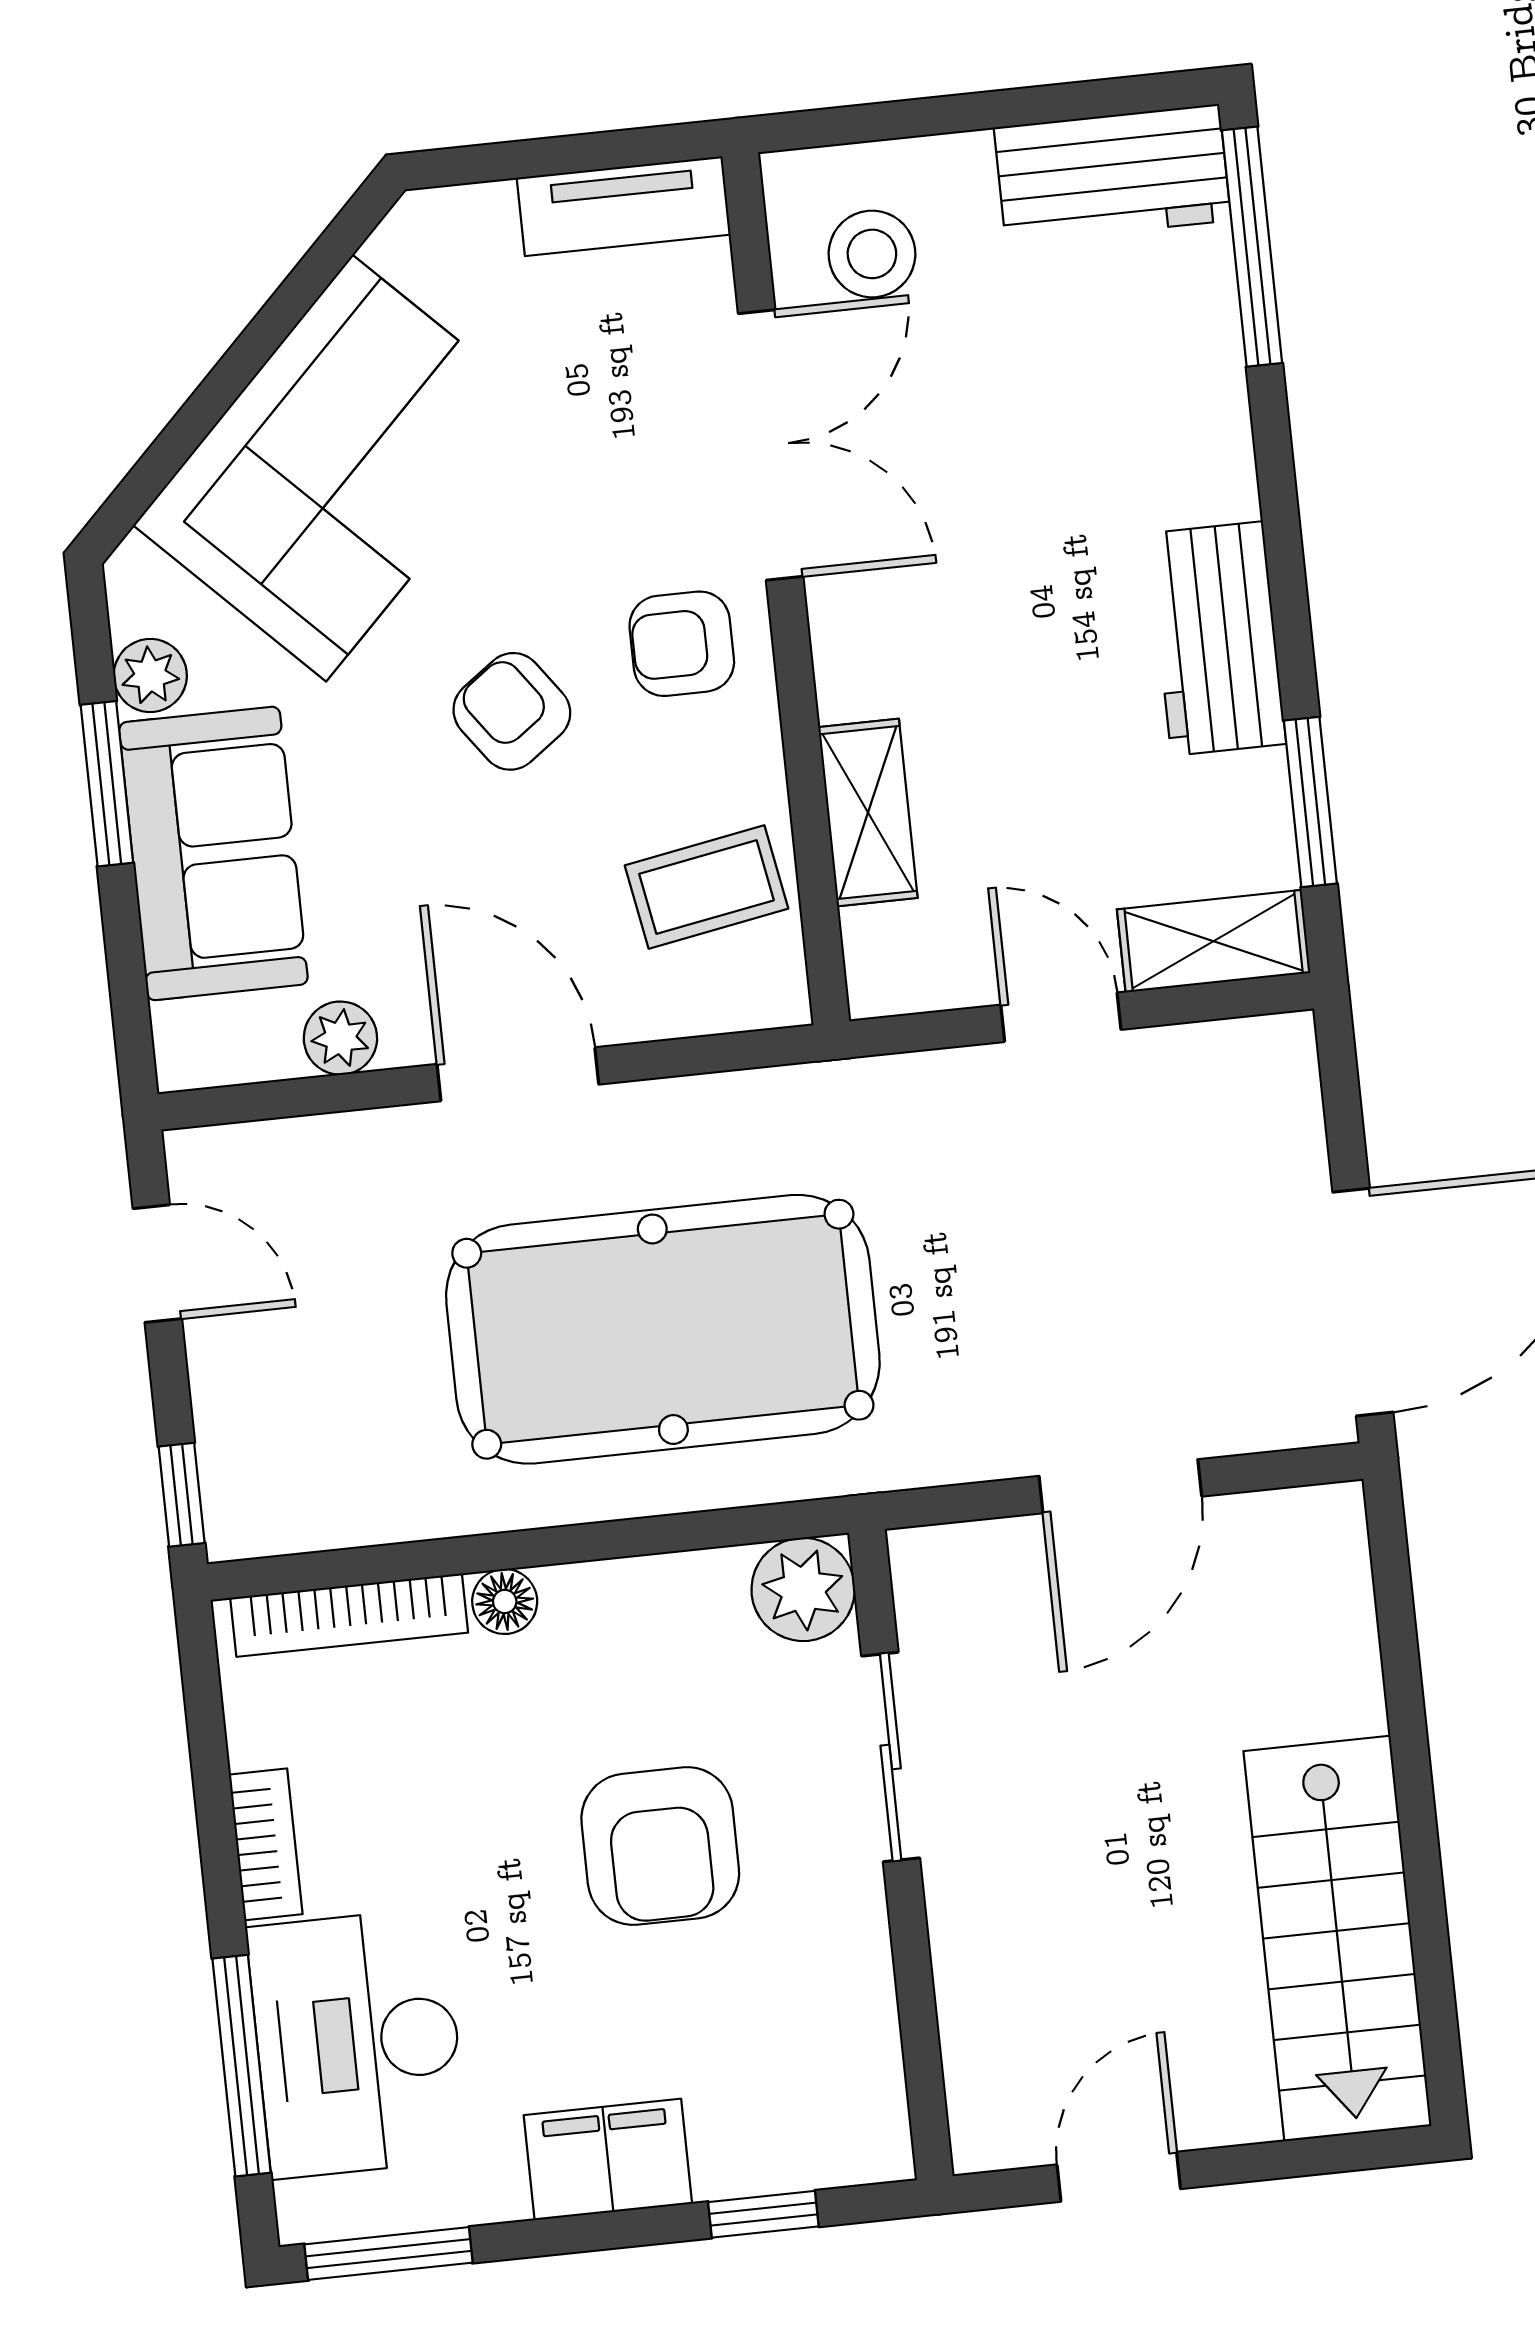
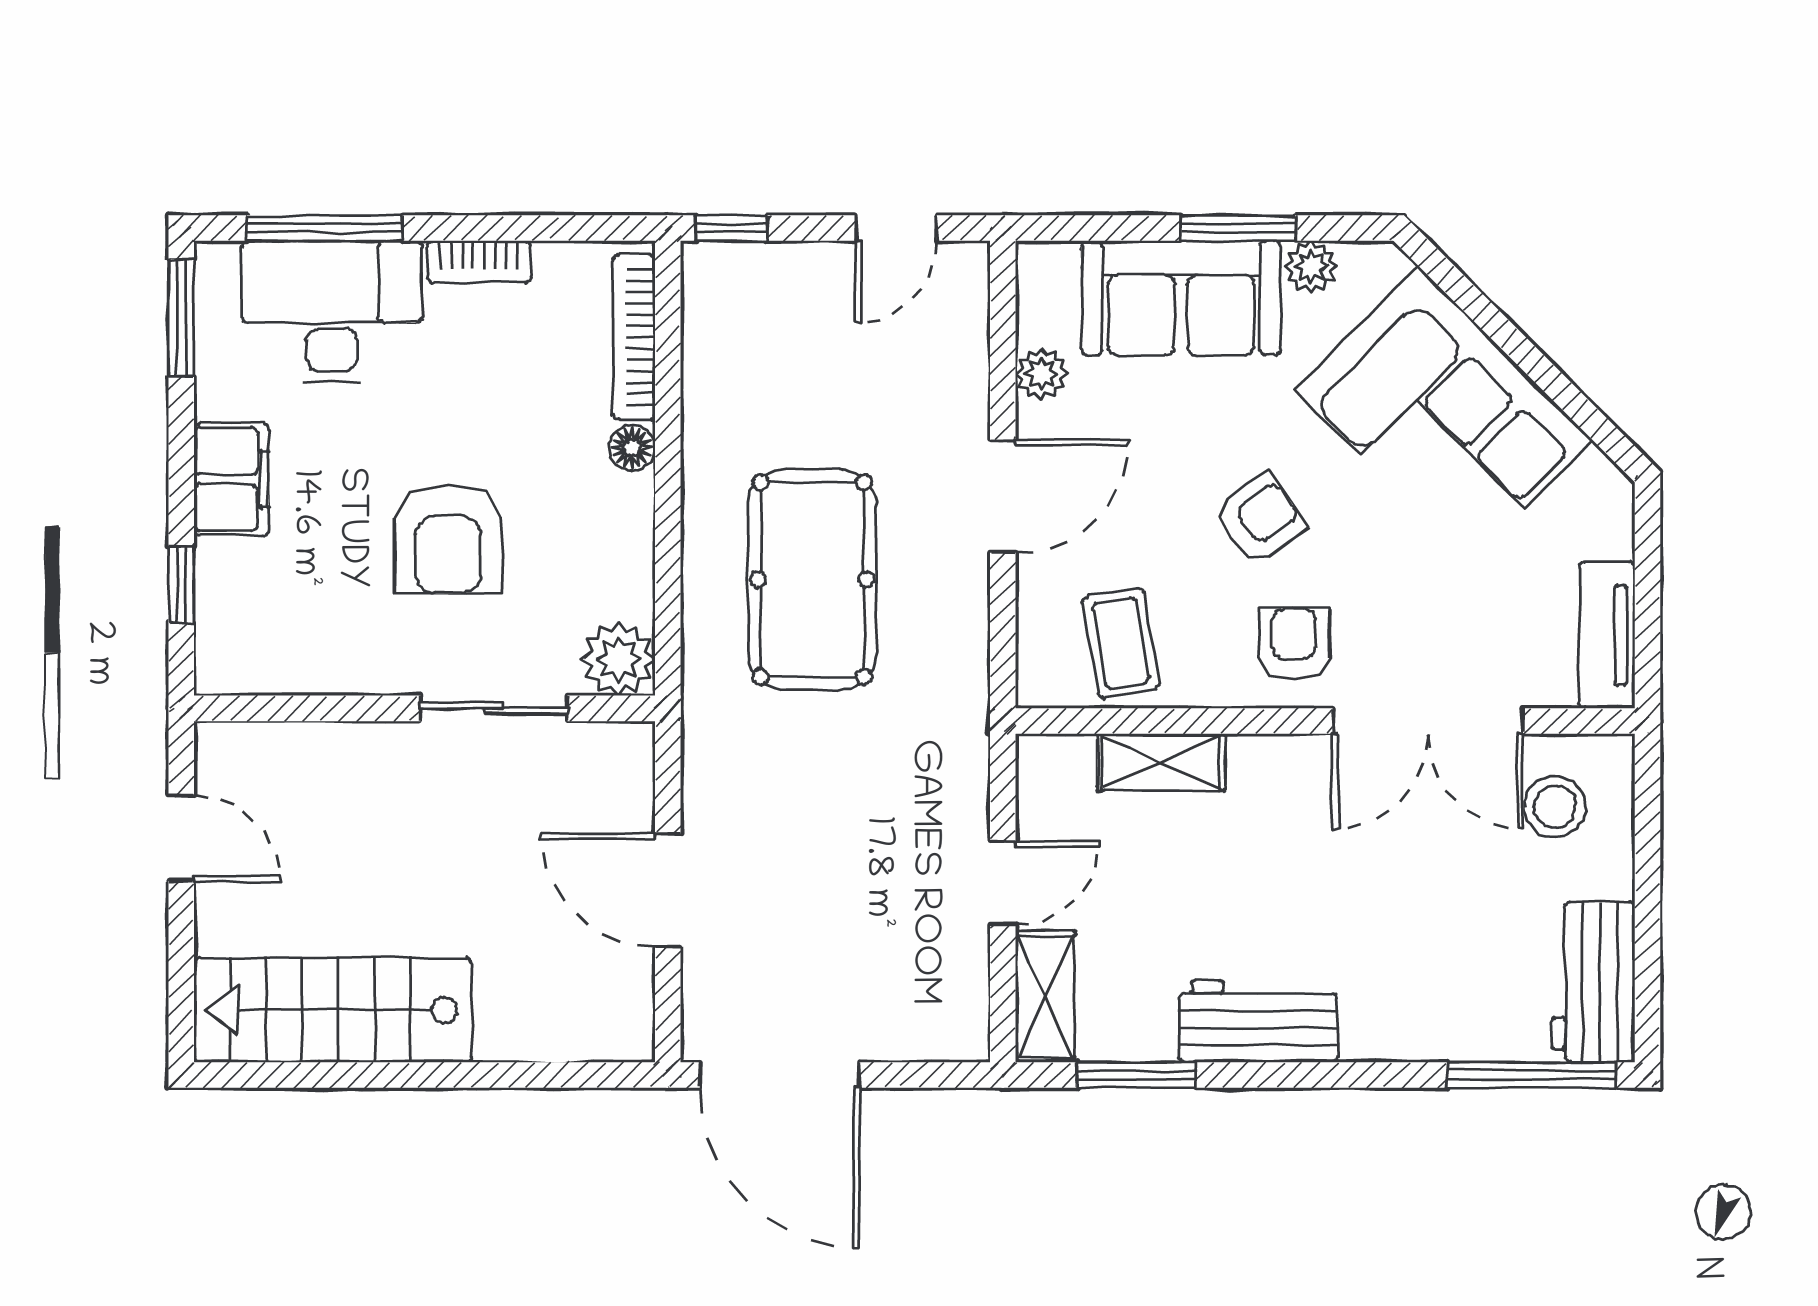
pool table: (663, 1329) -> (812, 580), width x0.73, depth x0.76
armchair: (660, 1846) -> (448, 539), turned -90

